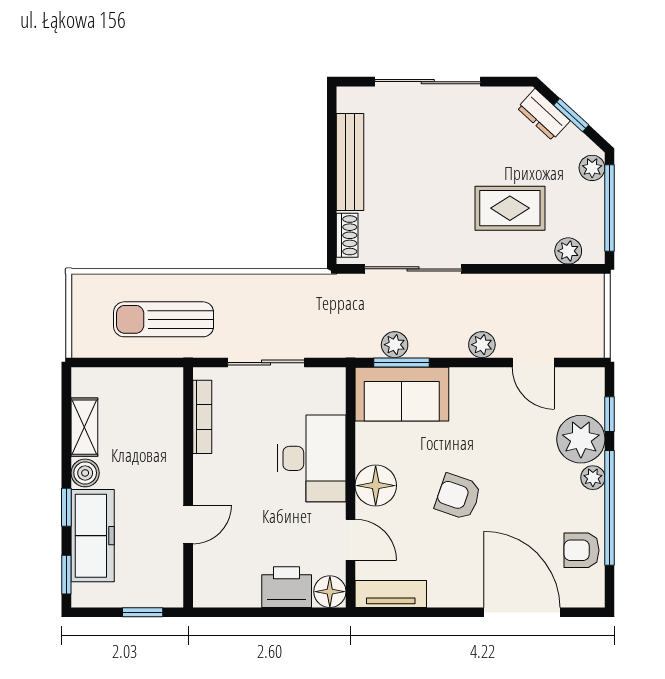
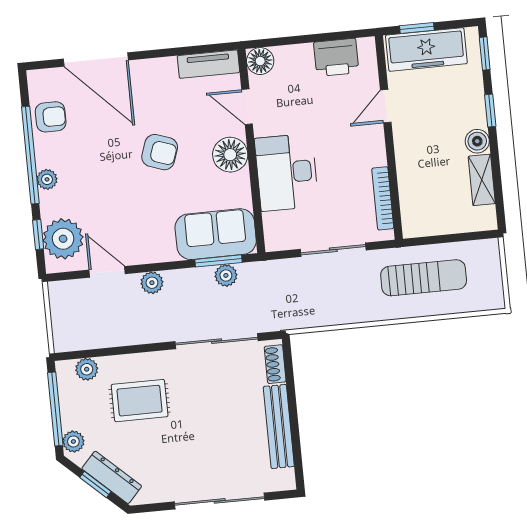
dresser: (544, 114) -> (112, 477), width x1.44
plant: (581, 439) -> (63, 239), moved
freezer: (93, 536) -> (426, 49), moved, turned -90
printer: (287, 587) -> (336, 57), moved

